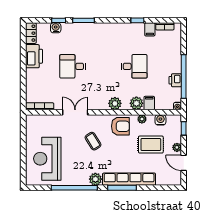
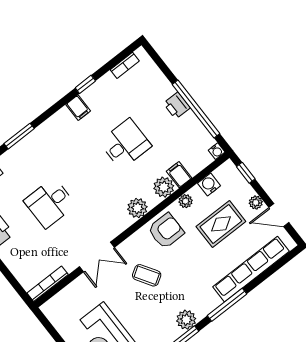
filing cabinet: (150, 29) -> (78, 108), moved
printer: (175, 80) -> (177, 106), moved
double door: (75, 112) -> (97, 257), swing flipped
row of seats: (129, 179) -> (251, 269), moved

